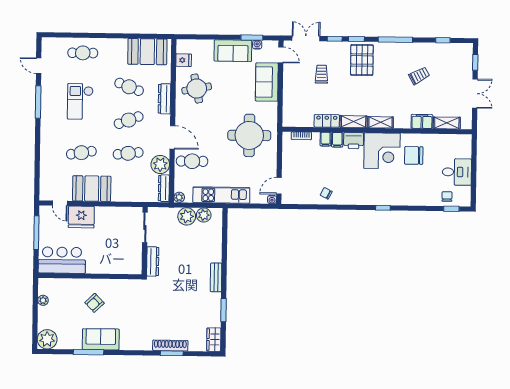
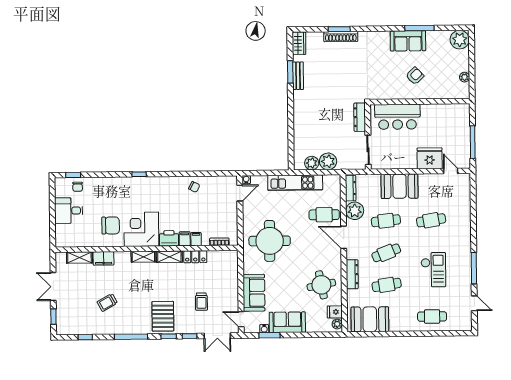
cafe table: (129, 87) -> (387, 285), turned -30
booth: (92, 189) -> (399, 186), moved
plant: (179, 197) -> (337, 324), moved
bar counter: (62, 260) -> (397, 117), moved
bench: (216, 277) -> (298, 76), moved

